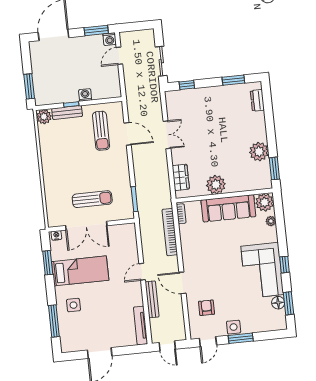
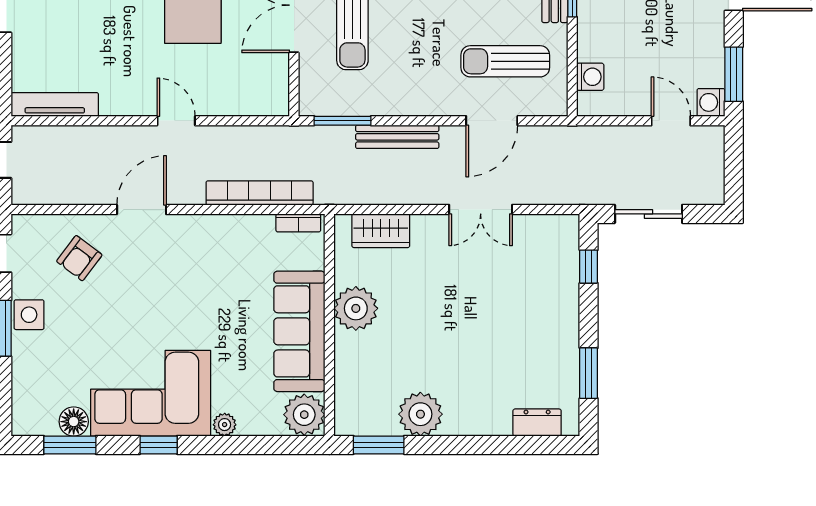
washing machine: (85, 95) -> (590, 77), moved
plant: (271, 221) -> (225, 425), moved
bench: (152, 299) -> (397, 137), moved
armchair: (207, 308) -> (79, 258), turned 127

